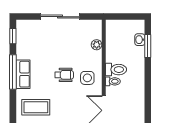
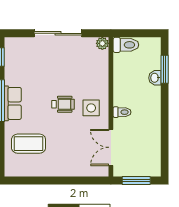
washbasin: (140, 40) -> (155, 78), moved
plant: (97, 45) -> (102, 43), moved
toilet: (116, 70) -> (126, 45), moved

